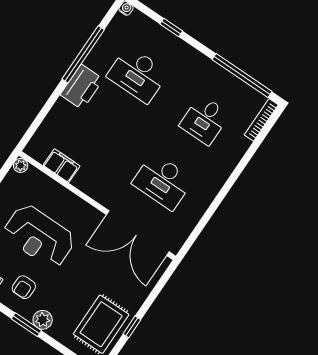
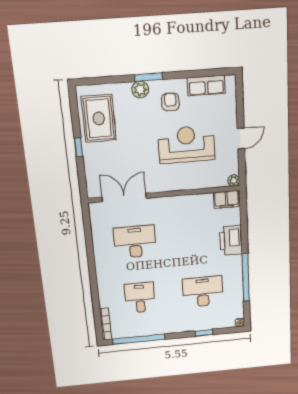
printer: (82, 87) -> (231, 240), moved
filing cabinet: (61, 166) -> (226, 199), moved
double door: (138, 233) -> (124, 198), width x0.73
window: (132, 327) -> (78, 147), moved

